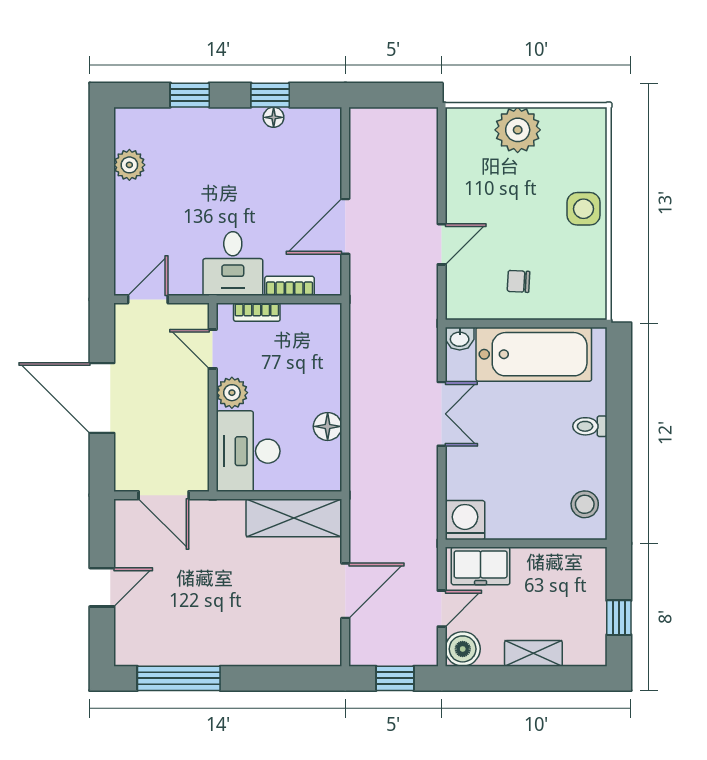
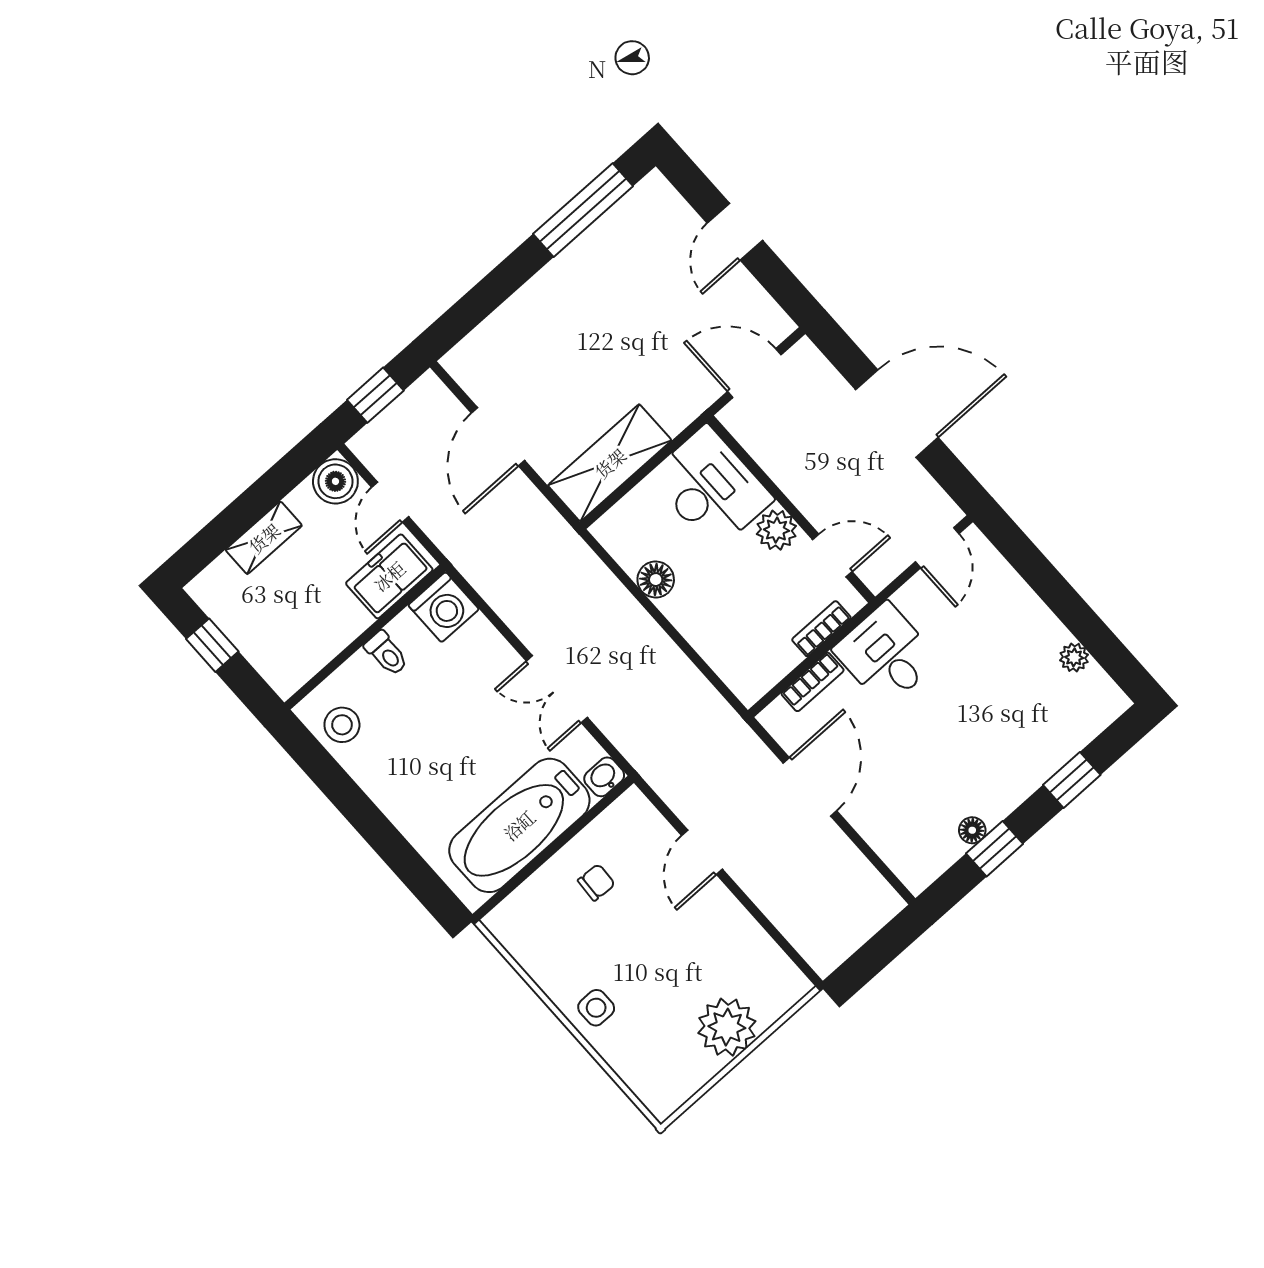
plant: (129, 165) -> (1074, 657), width x0.73, depth x0.73
side table: (584, 209) -> (596, 1008), width x0.73, depth x0.73
toilet: (590, 426) -> (386, 653), moved, turned 90

